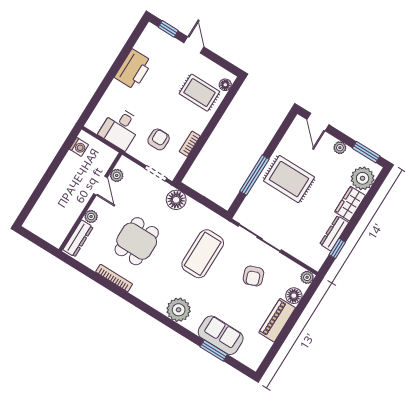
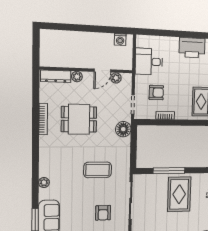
coffee table: (203, 254) -> (98, 170), width x0.73, depth x0.76
armchair: (253, 276) -> (103, 213), turned -70
plant: (179, 310) -> (44, 183), width x0.53, depth x0.53

